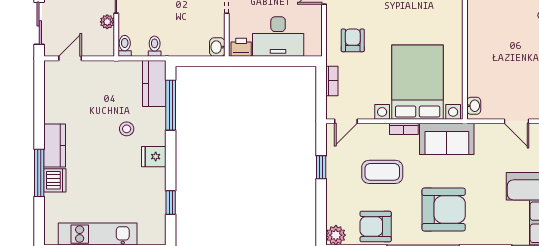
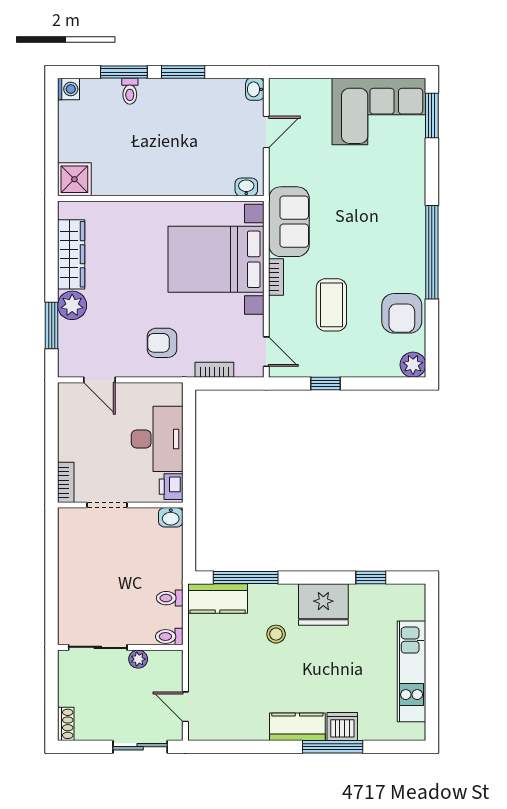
fridge: (154, 157) -> (323, 605), width x1.88, depth x1.34
armchair: (444, 209) -> (380, 226), removed

